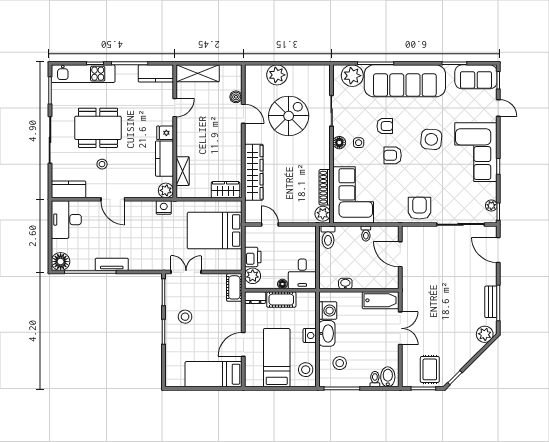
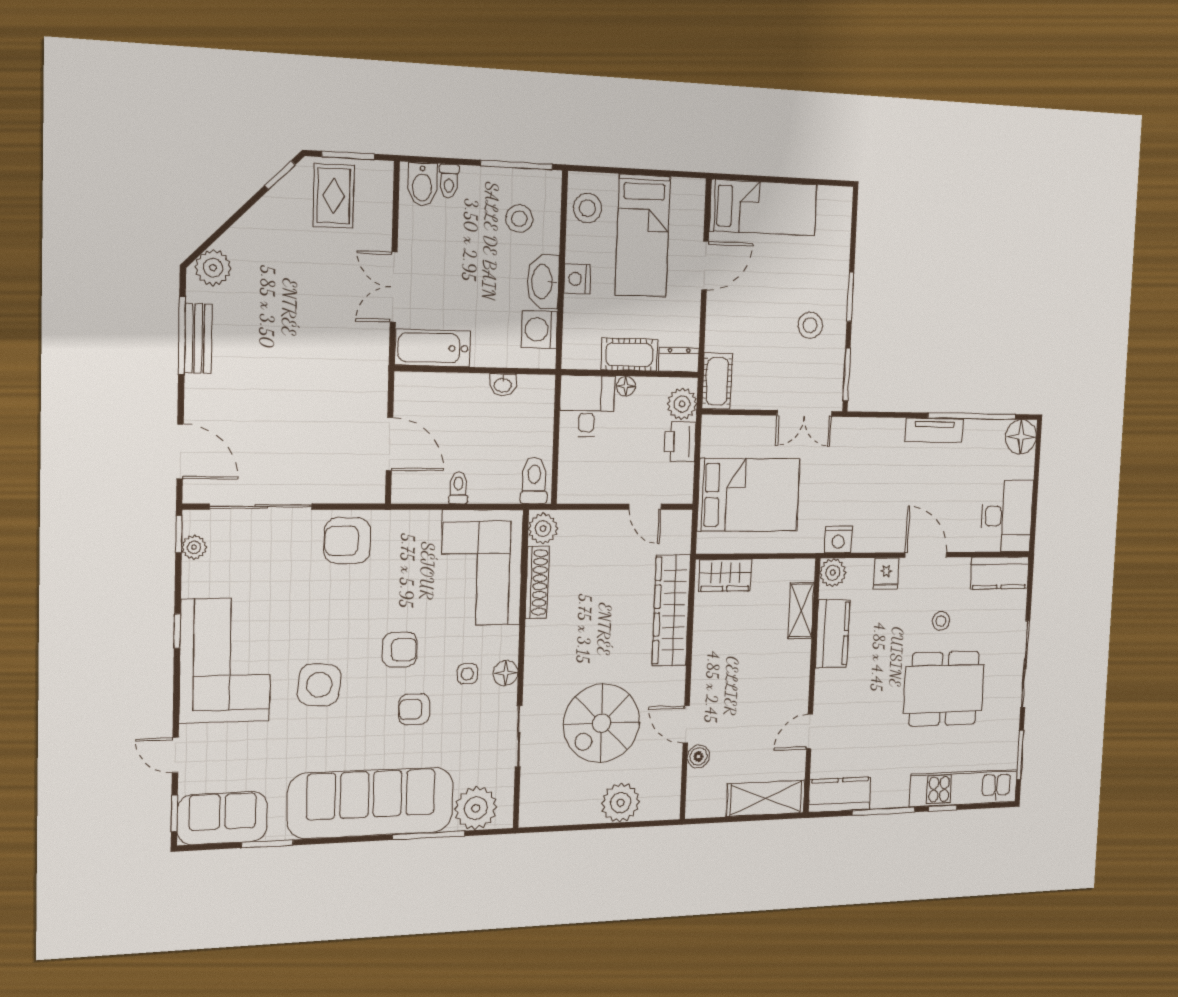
fridge: (165, 133) -> (886, 574), moved, turned 90
armchair: (419, 208) -> (347, 541), turned 90

